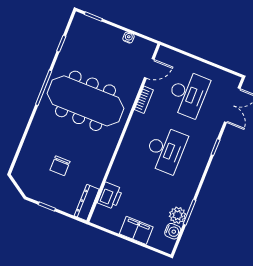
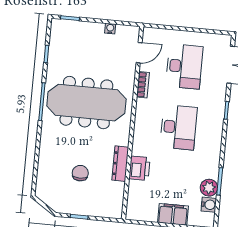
chair: (60, 166) -> (80, 173), turned 180
printer: (110, 196) -> (139, 168), moved
dresser: (87, 203) -> (120, 164), moved

